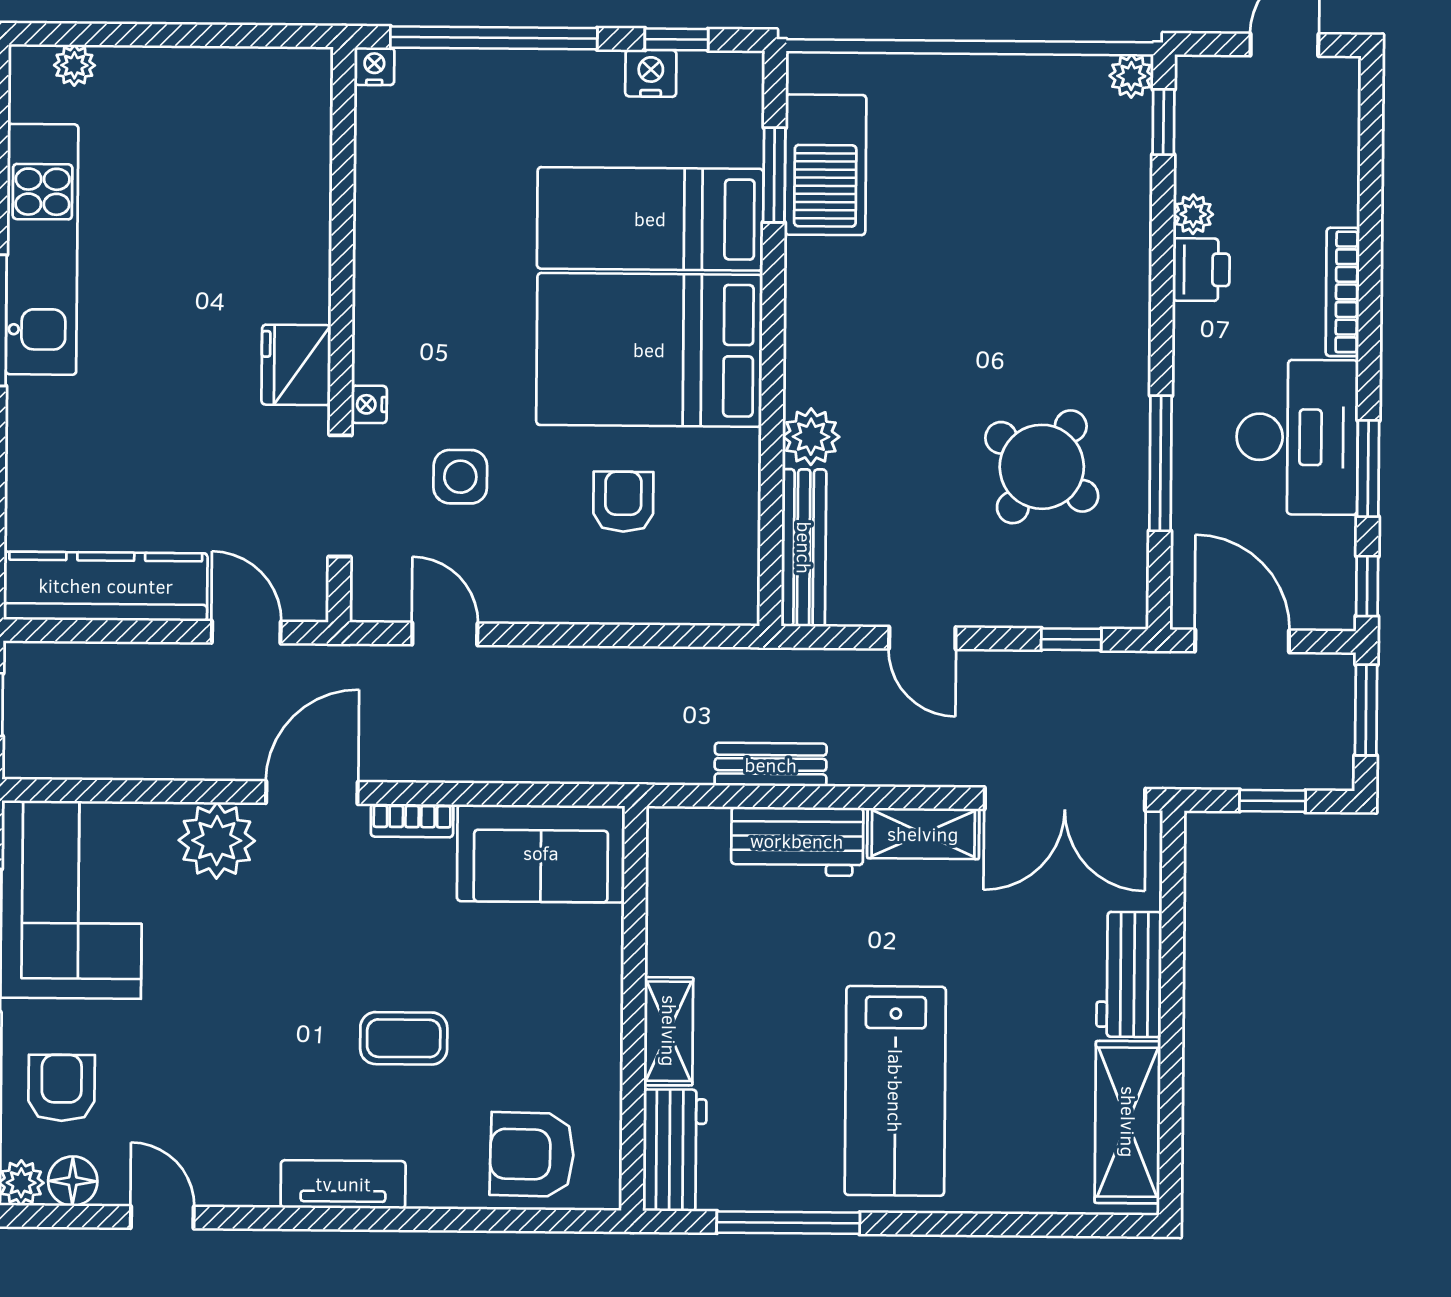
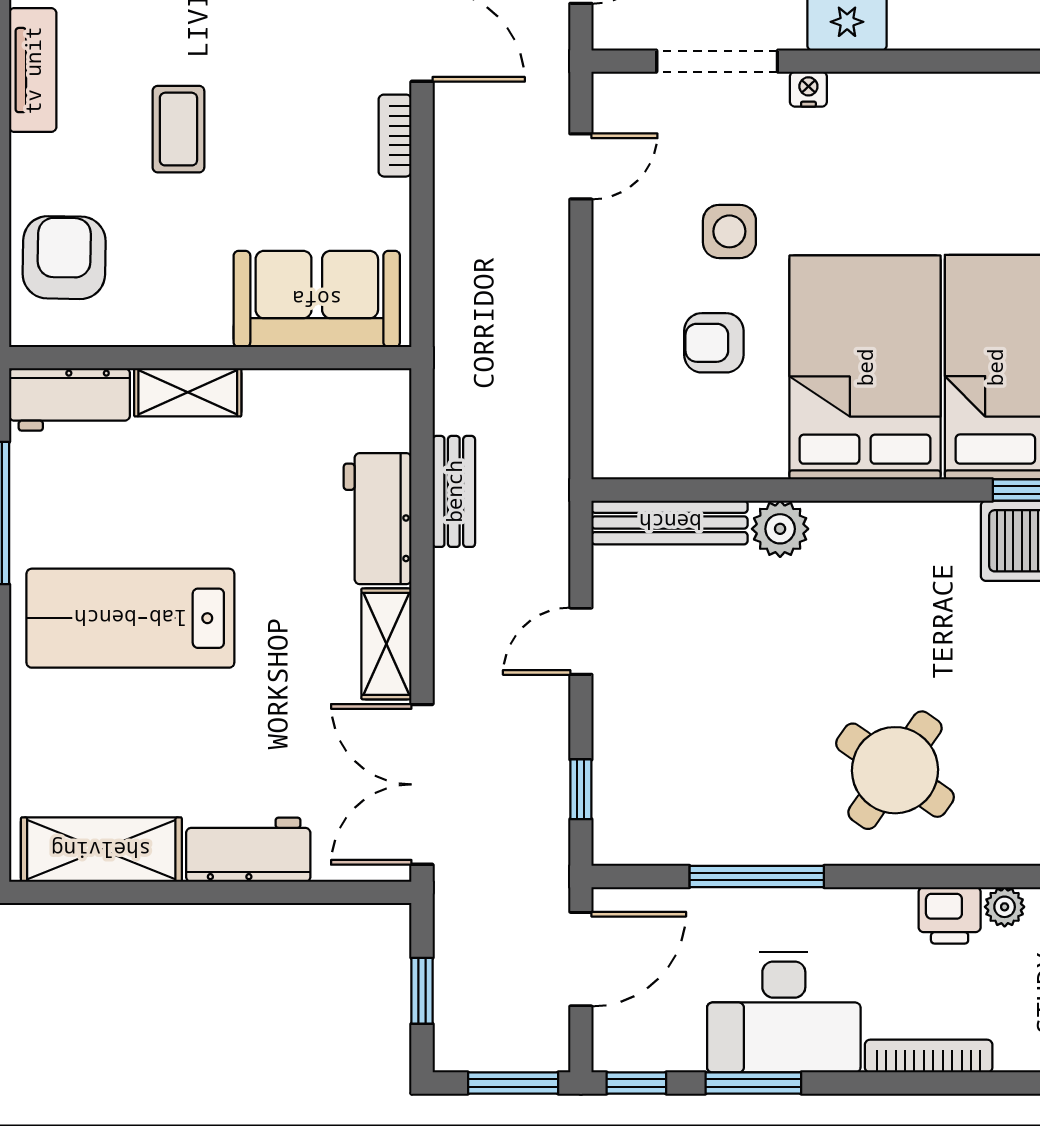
round table: (1042, 467) -> (895, 770), moved
side table: (460, 477) -> (729, 231), moved
armchair: (623, 502) -> (714, 343), turned 180
sofa: (541, 853) -> (317, 299), moved, turned 90

